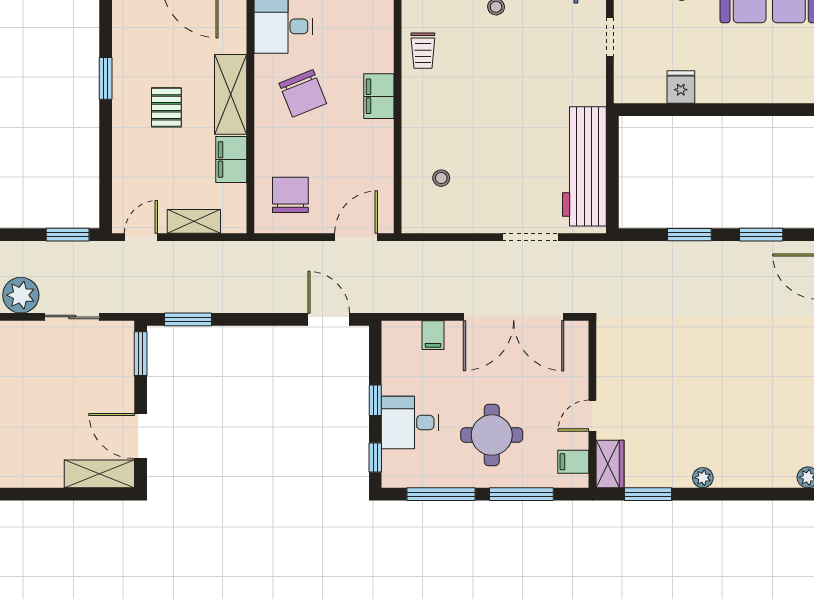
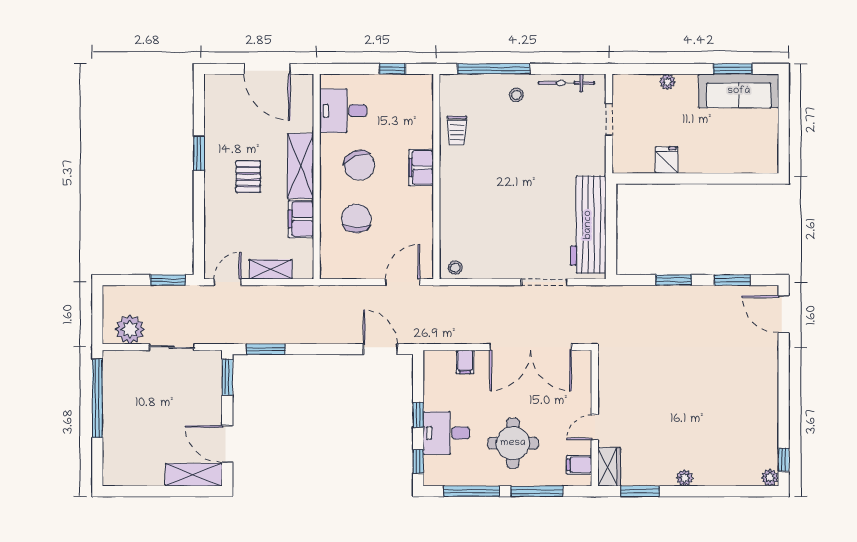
stool: (441, 178) -> (455, 268), moved
chair: (290, 195) -> (356, 218), moved

